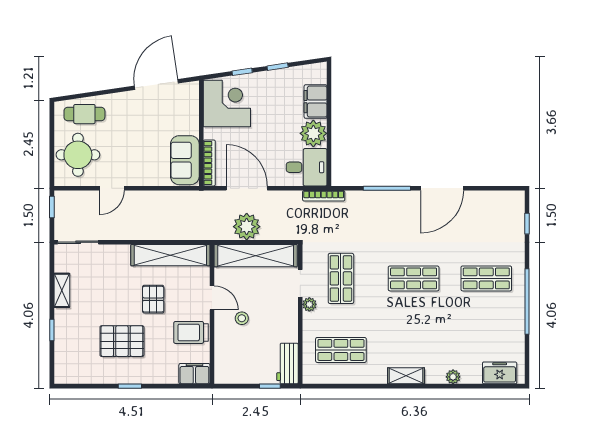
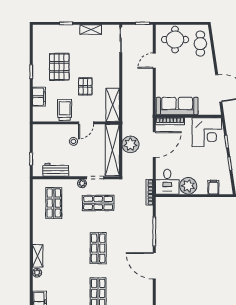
filing cabinet: (316, 102) -> (213, 187), width x0.50
sofa: (185, 160) -> (177, 106), width x1.36
door: (112, 188) -> (154, 61), hinge flipped
shelving: (170, 255) -> (113, 105), width x0.68
pallet: (153, 299) -> (85, 86), turned 90
workbench: (287, 364) -> (56, 170), moved
filing cabinet: (194, 374) -> (39, 97), moved
shelving: (406, 376) -> (38, 256), moved

